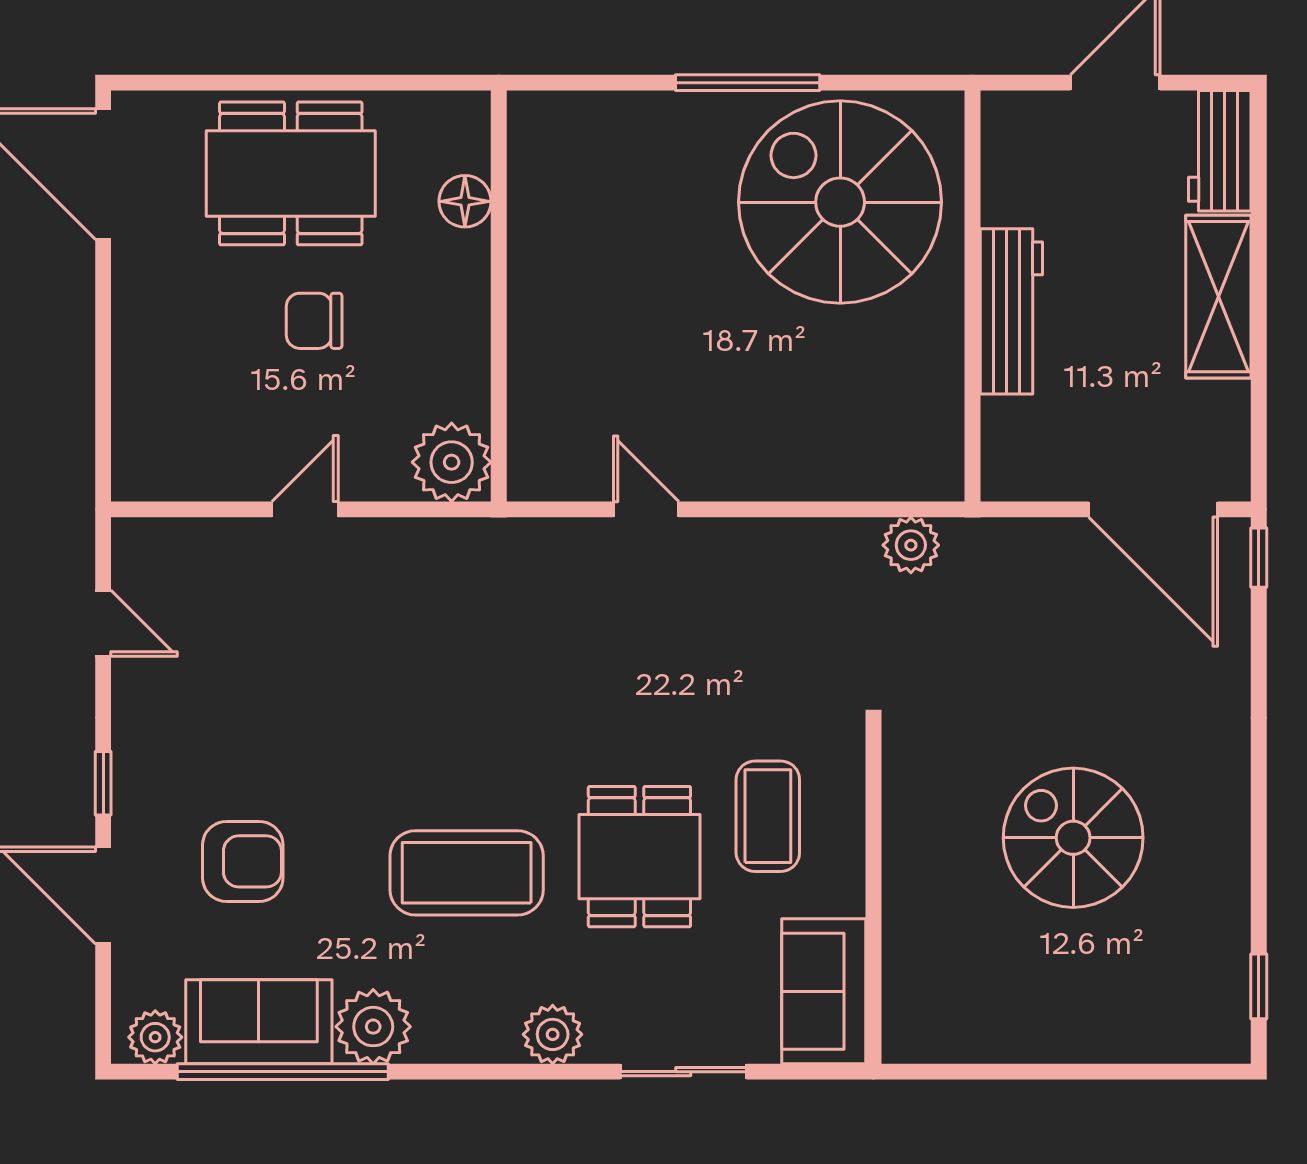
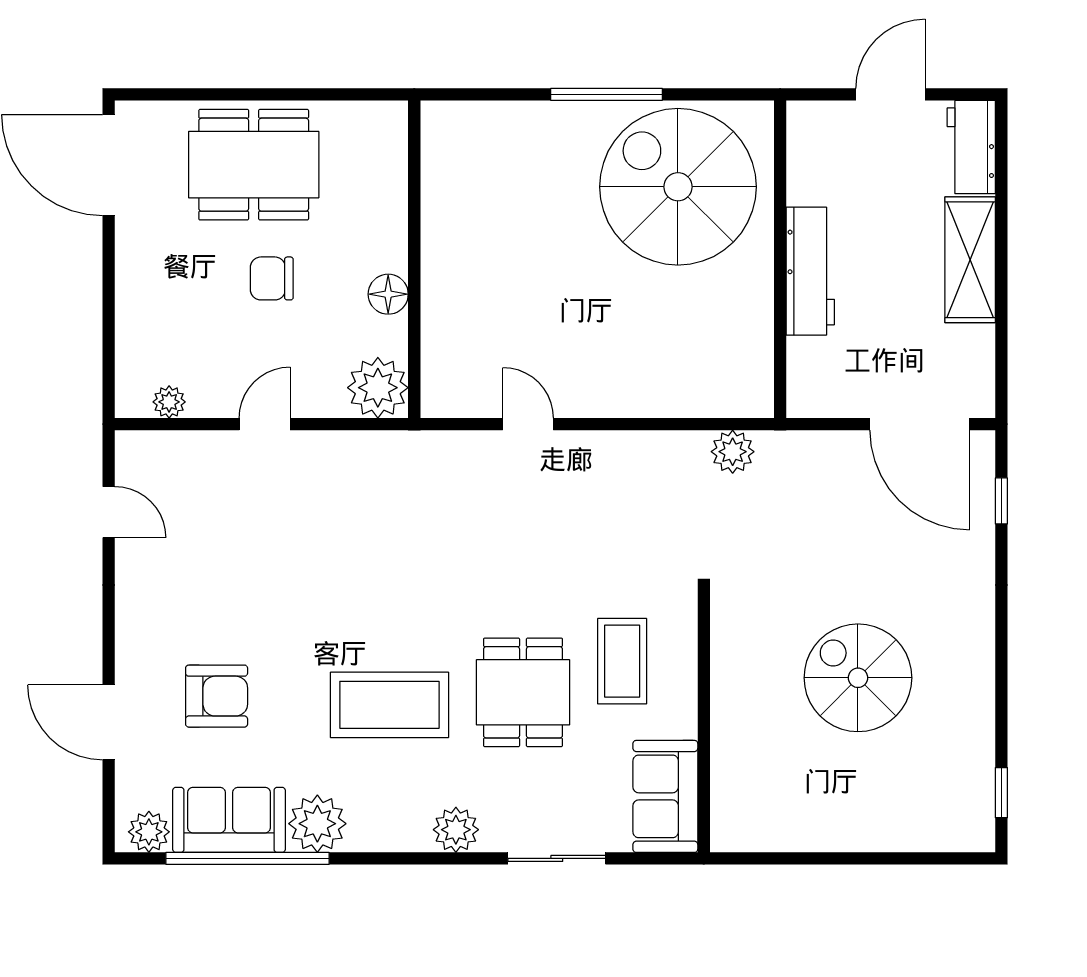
floor lamp: (465, 201) -> (388, 294), moved
plant: (181, 481) -> (169, 402), added
window: (1259, 558) -> (1001, 501), moved
window: (103, 783) -> (109, 636), removed

